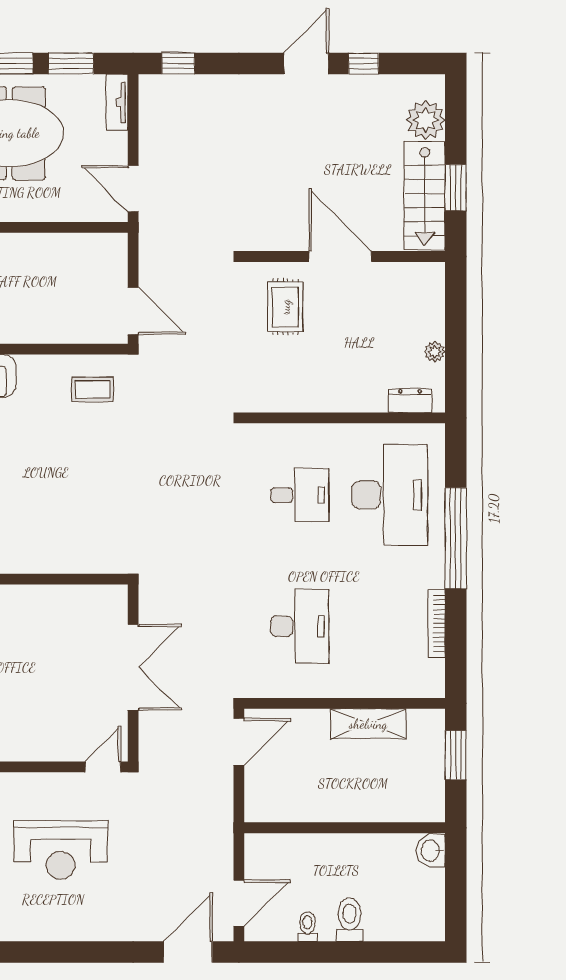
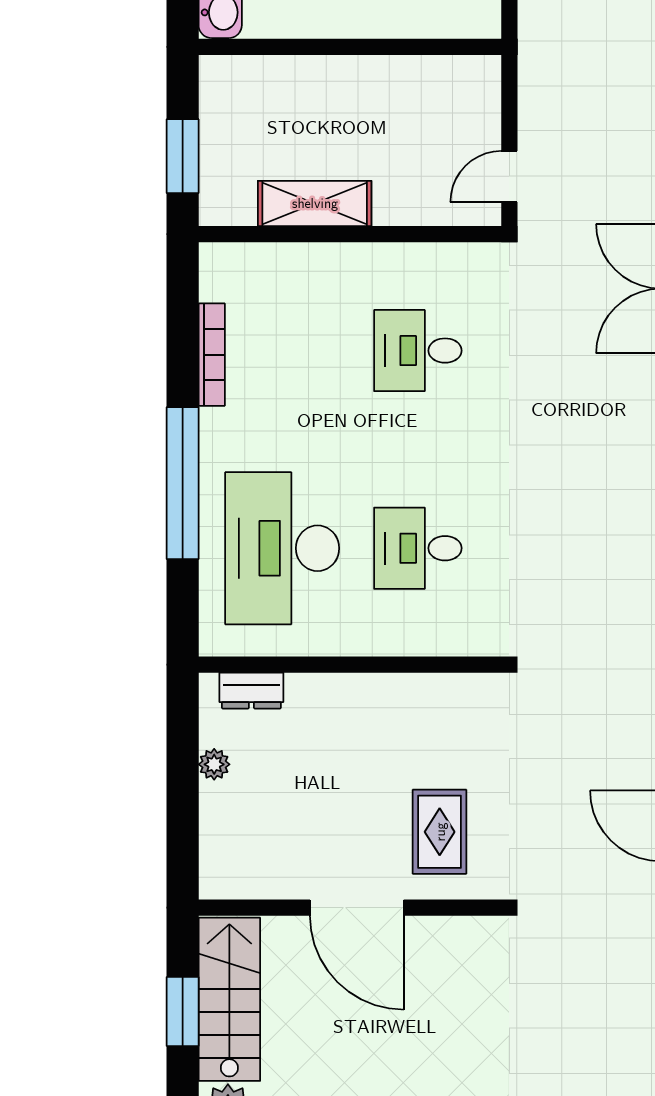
desk: (300, 626) -> (418, 351), width x0.73
door: (239, 742) -> (509, 177), width x0.73

